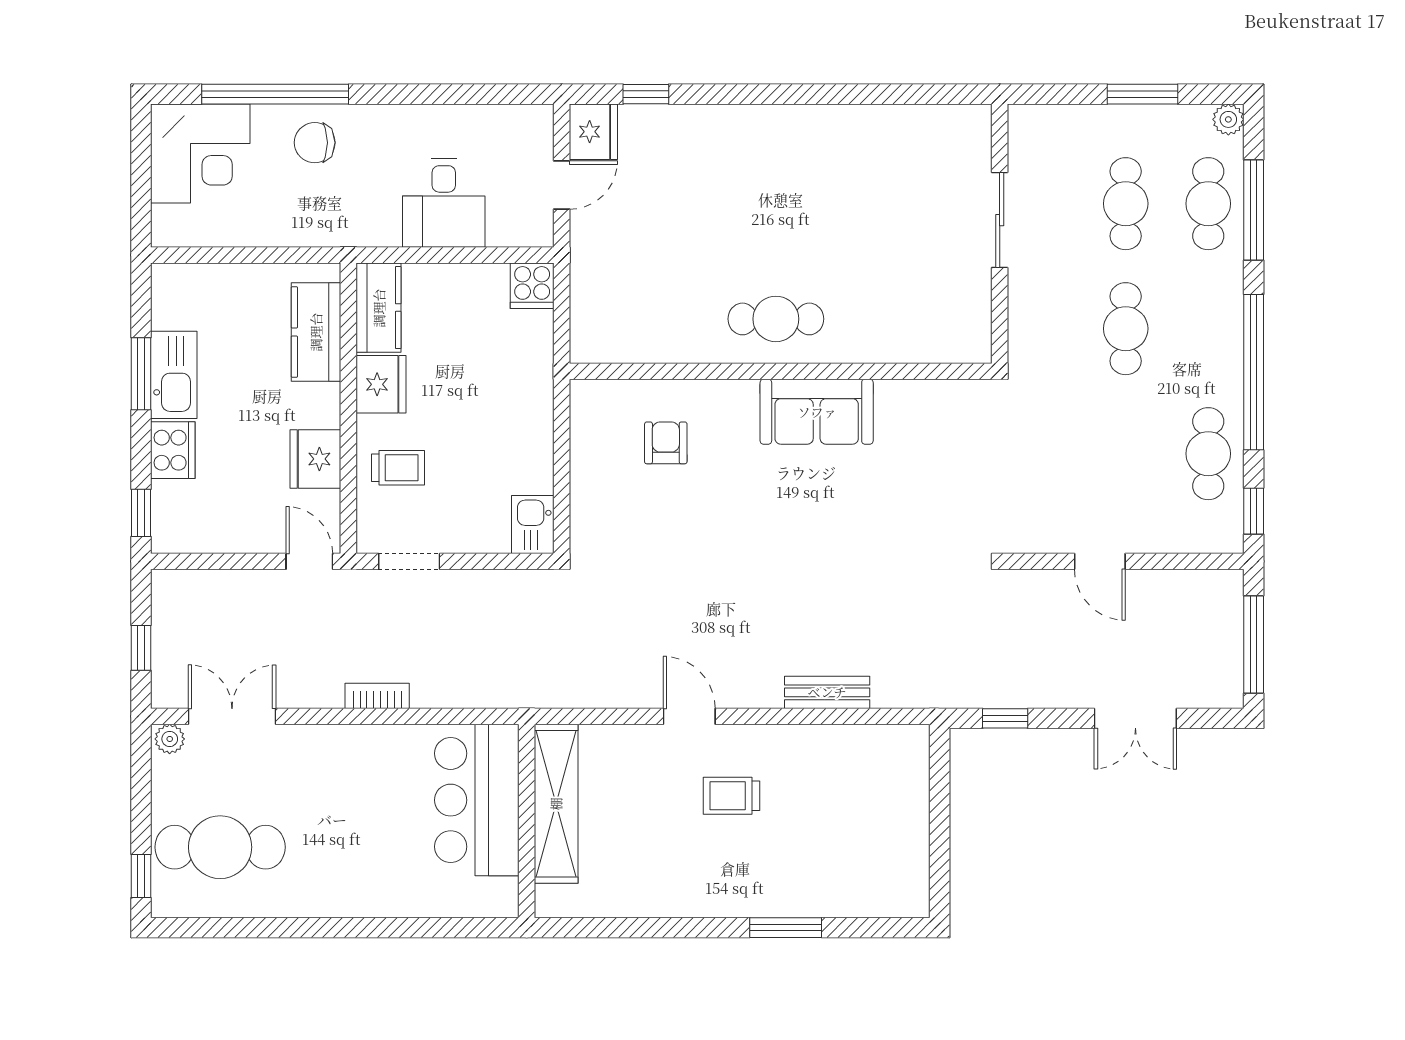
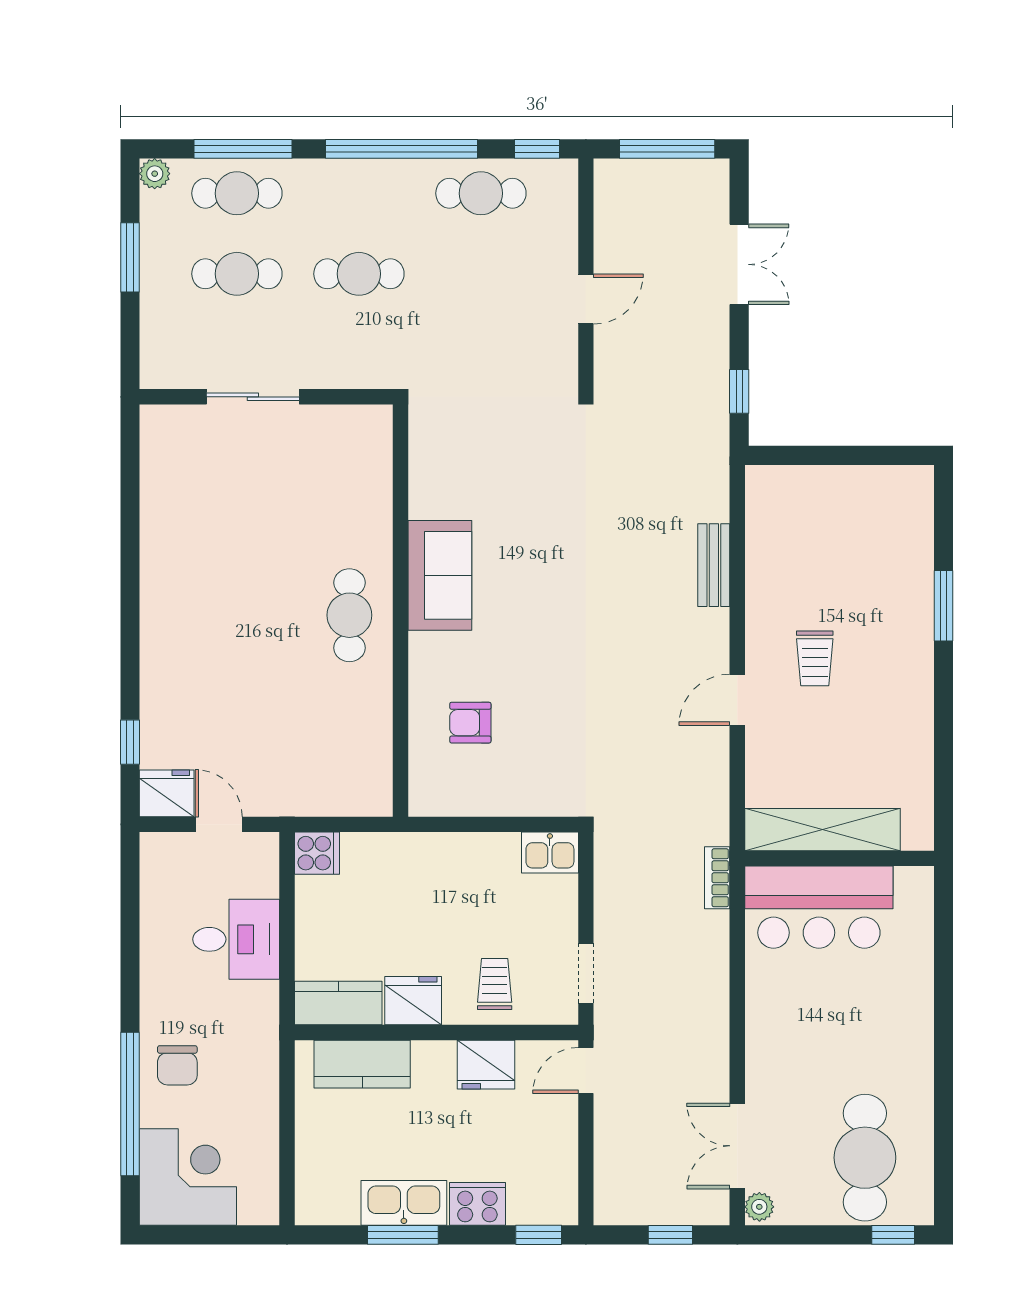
bookcase: (377, 696) -> (717, 878), moved

